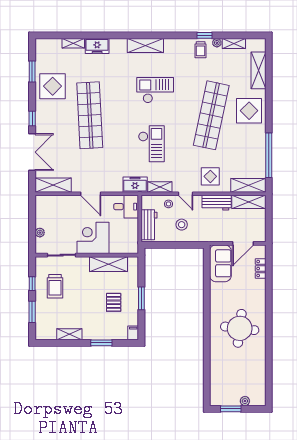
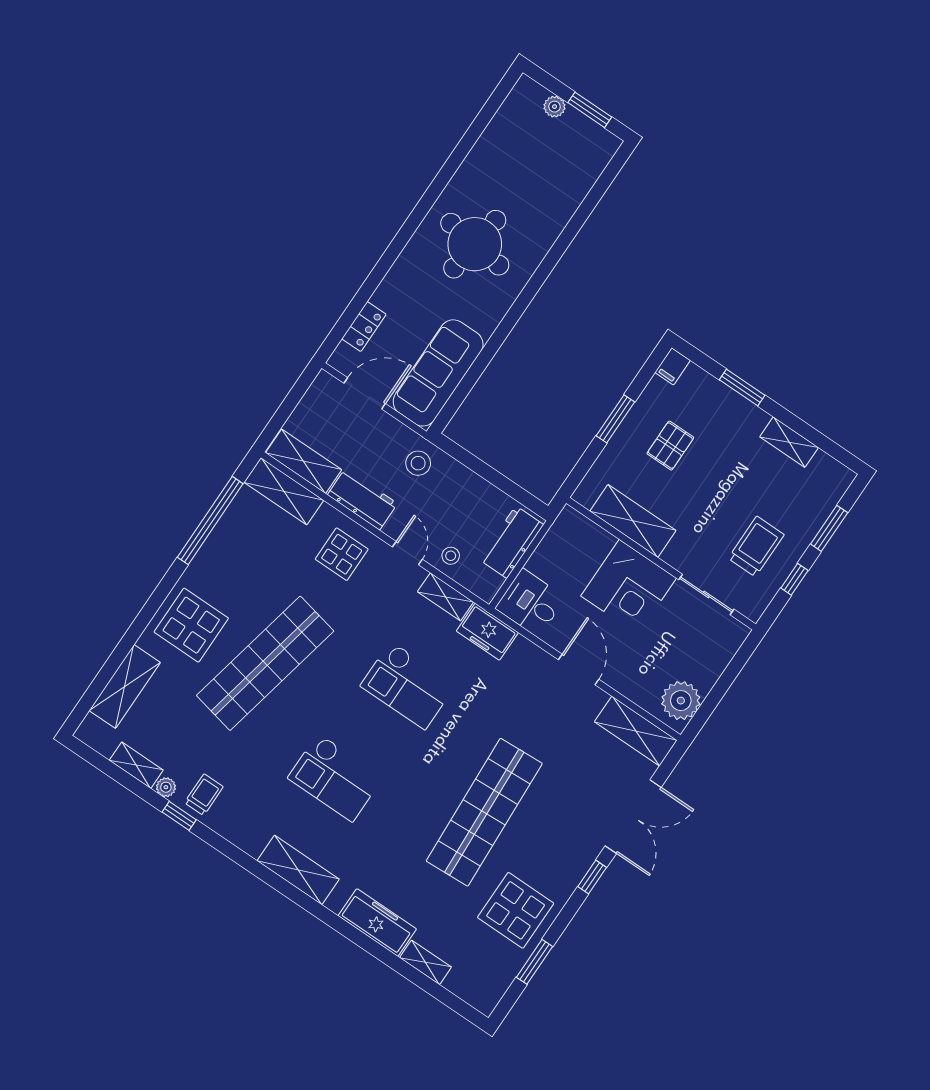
freezer: (97, 46) -> (377, 922), width x1.40
checkout: (151, 144) -> (408, 685), turned -90
double door: (32, 152) -> (633, 817), swing flipped
stool: (182, 225) -> (418, 463), moved
plant: (40, 233) -> (681, 701), moved, width x1.87, depth x1.87
sofa: (220, 263) -> (438, 373), width x1.36

